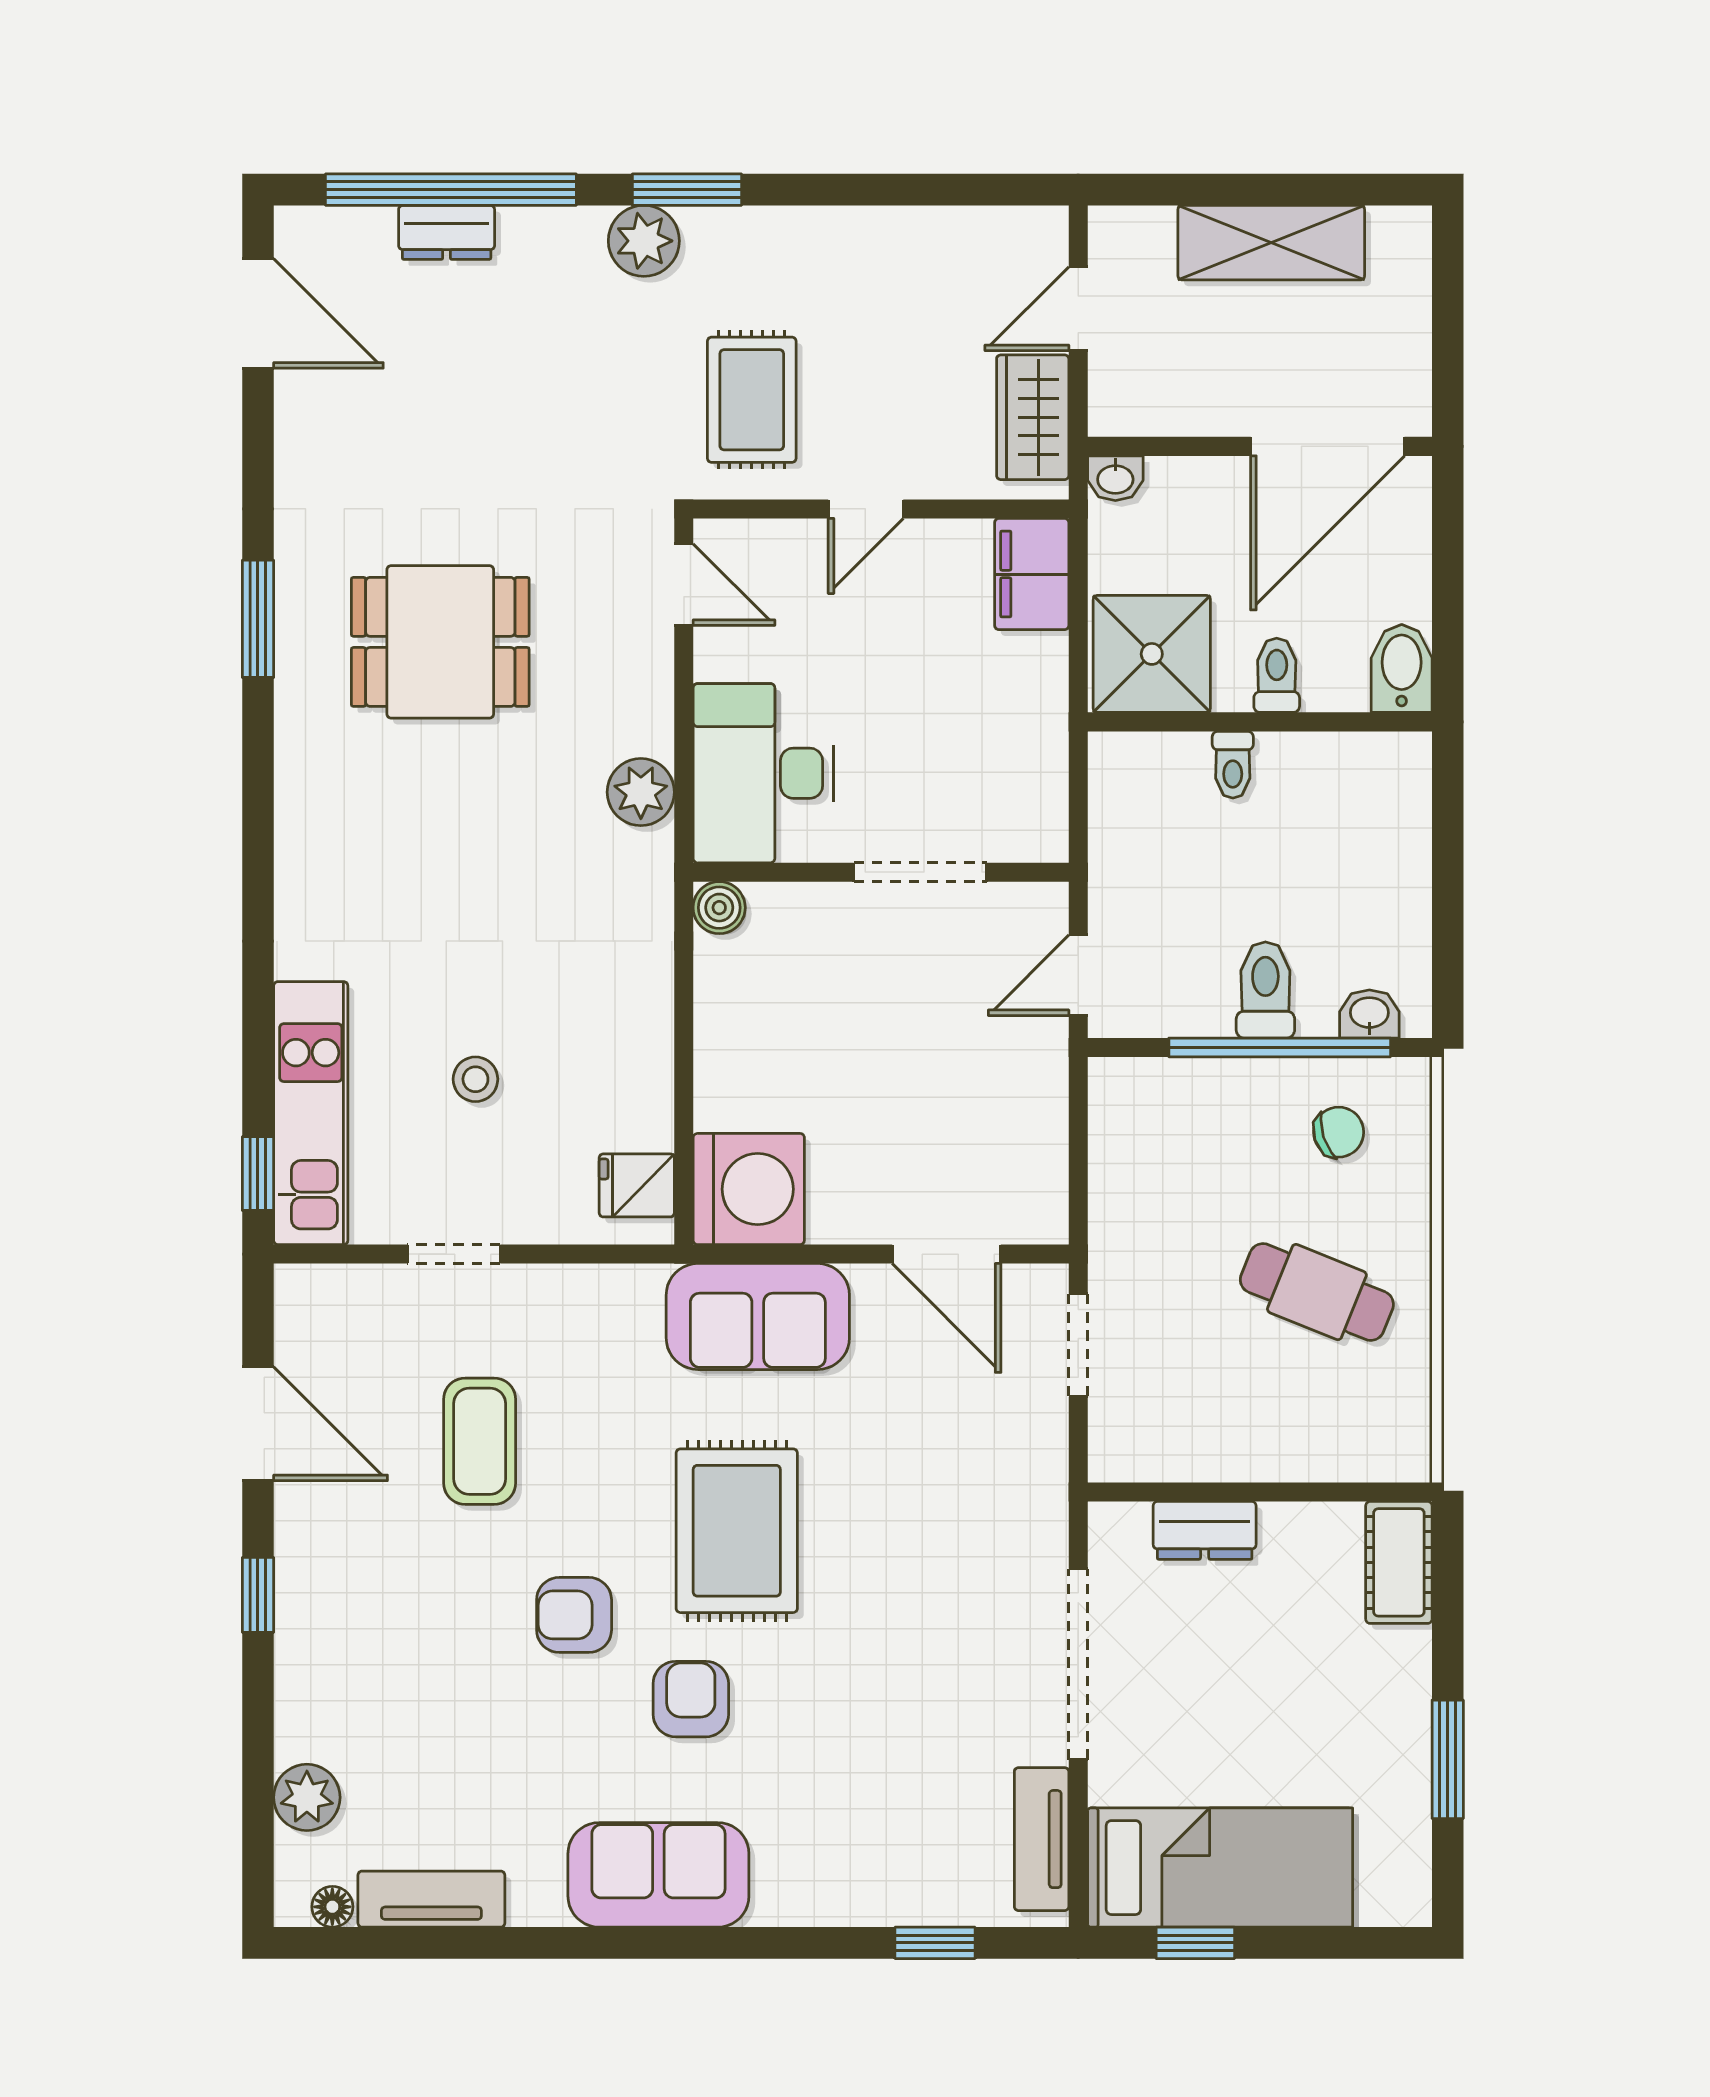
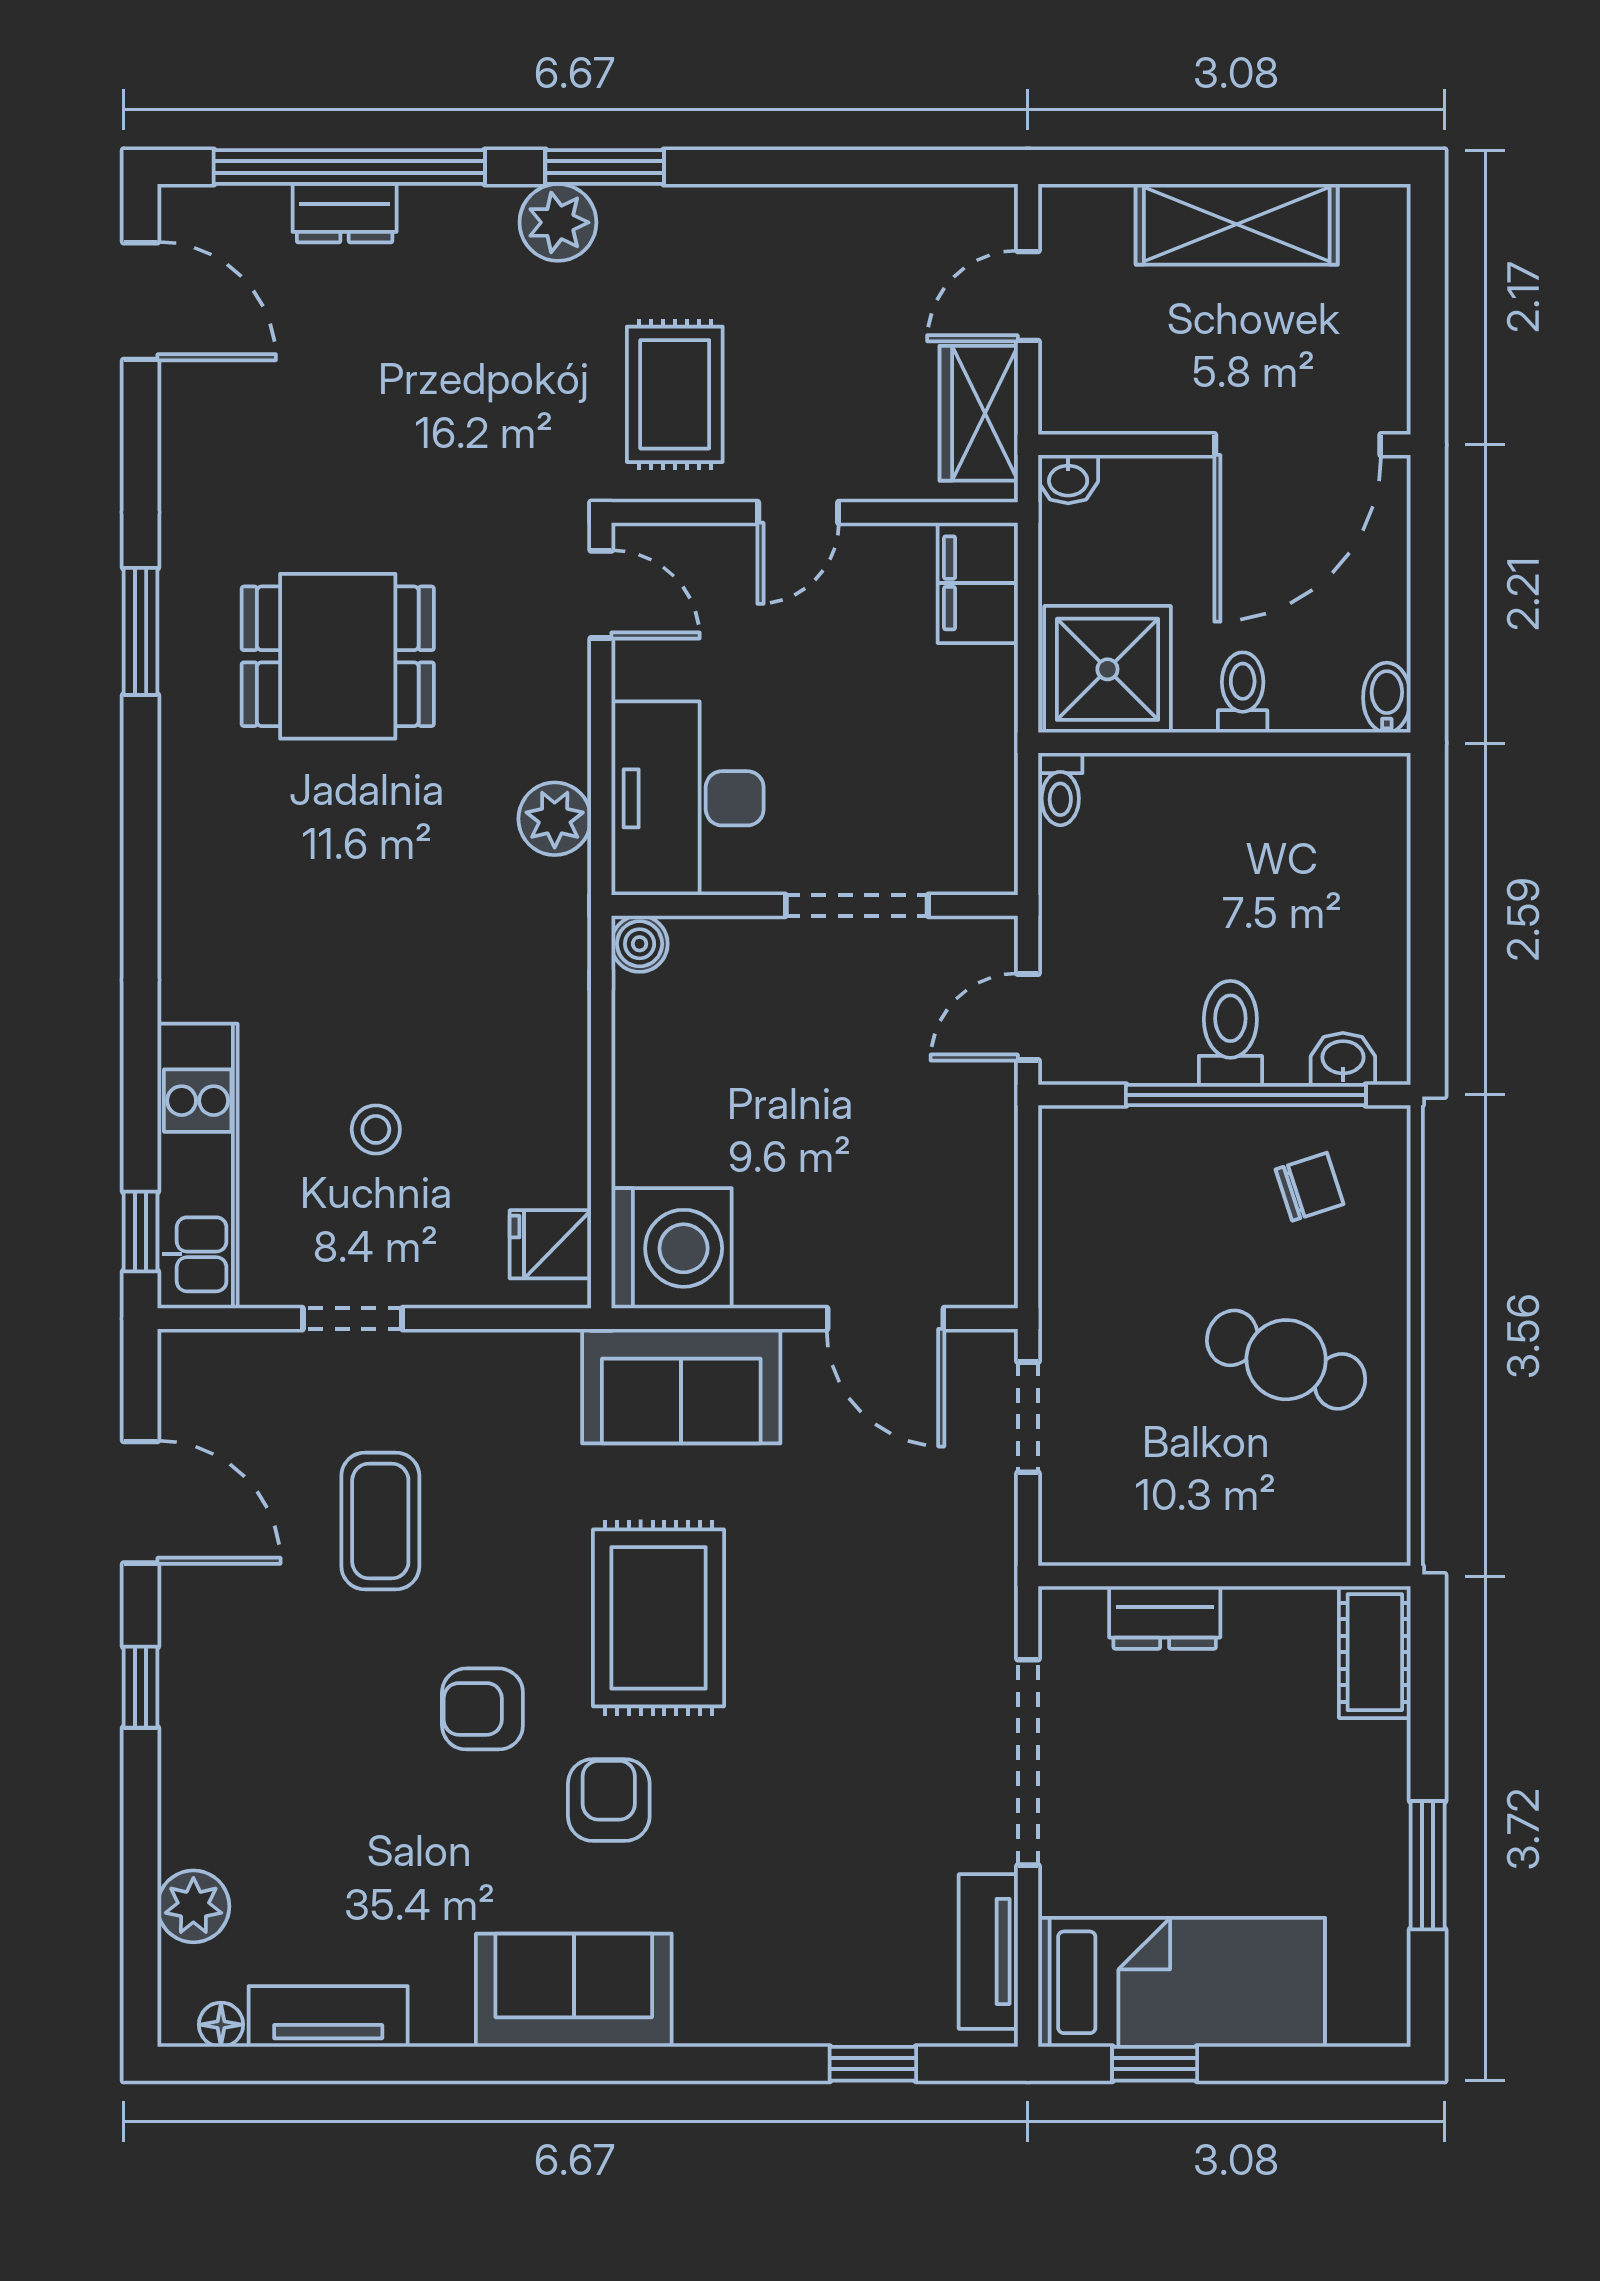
bidet: (1402, 668) -> (1387, 698), width x0.72, depth x0.74
toilet: (1233, 765) -> (1060, 789), moved

